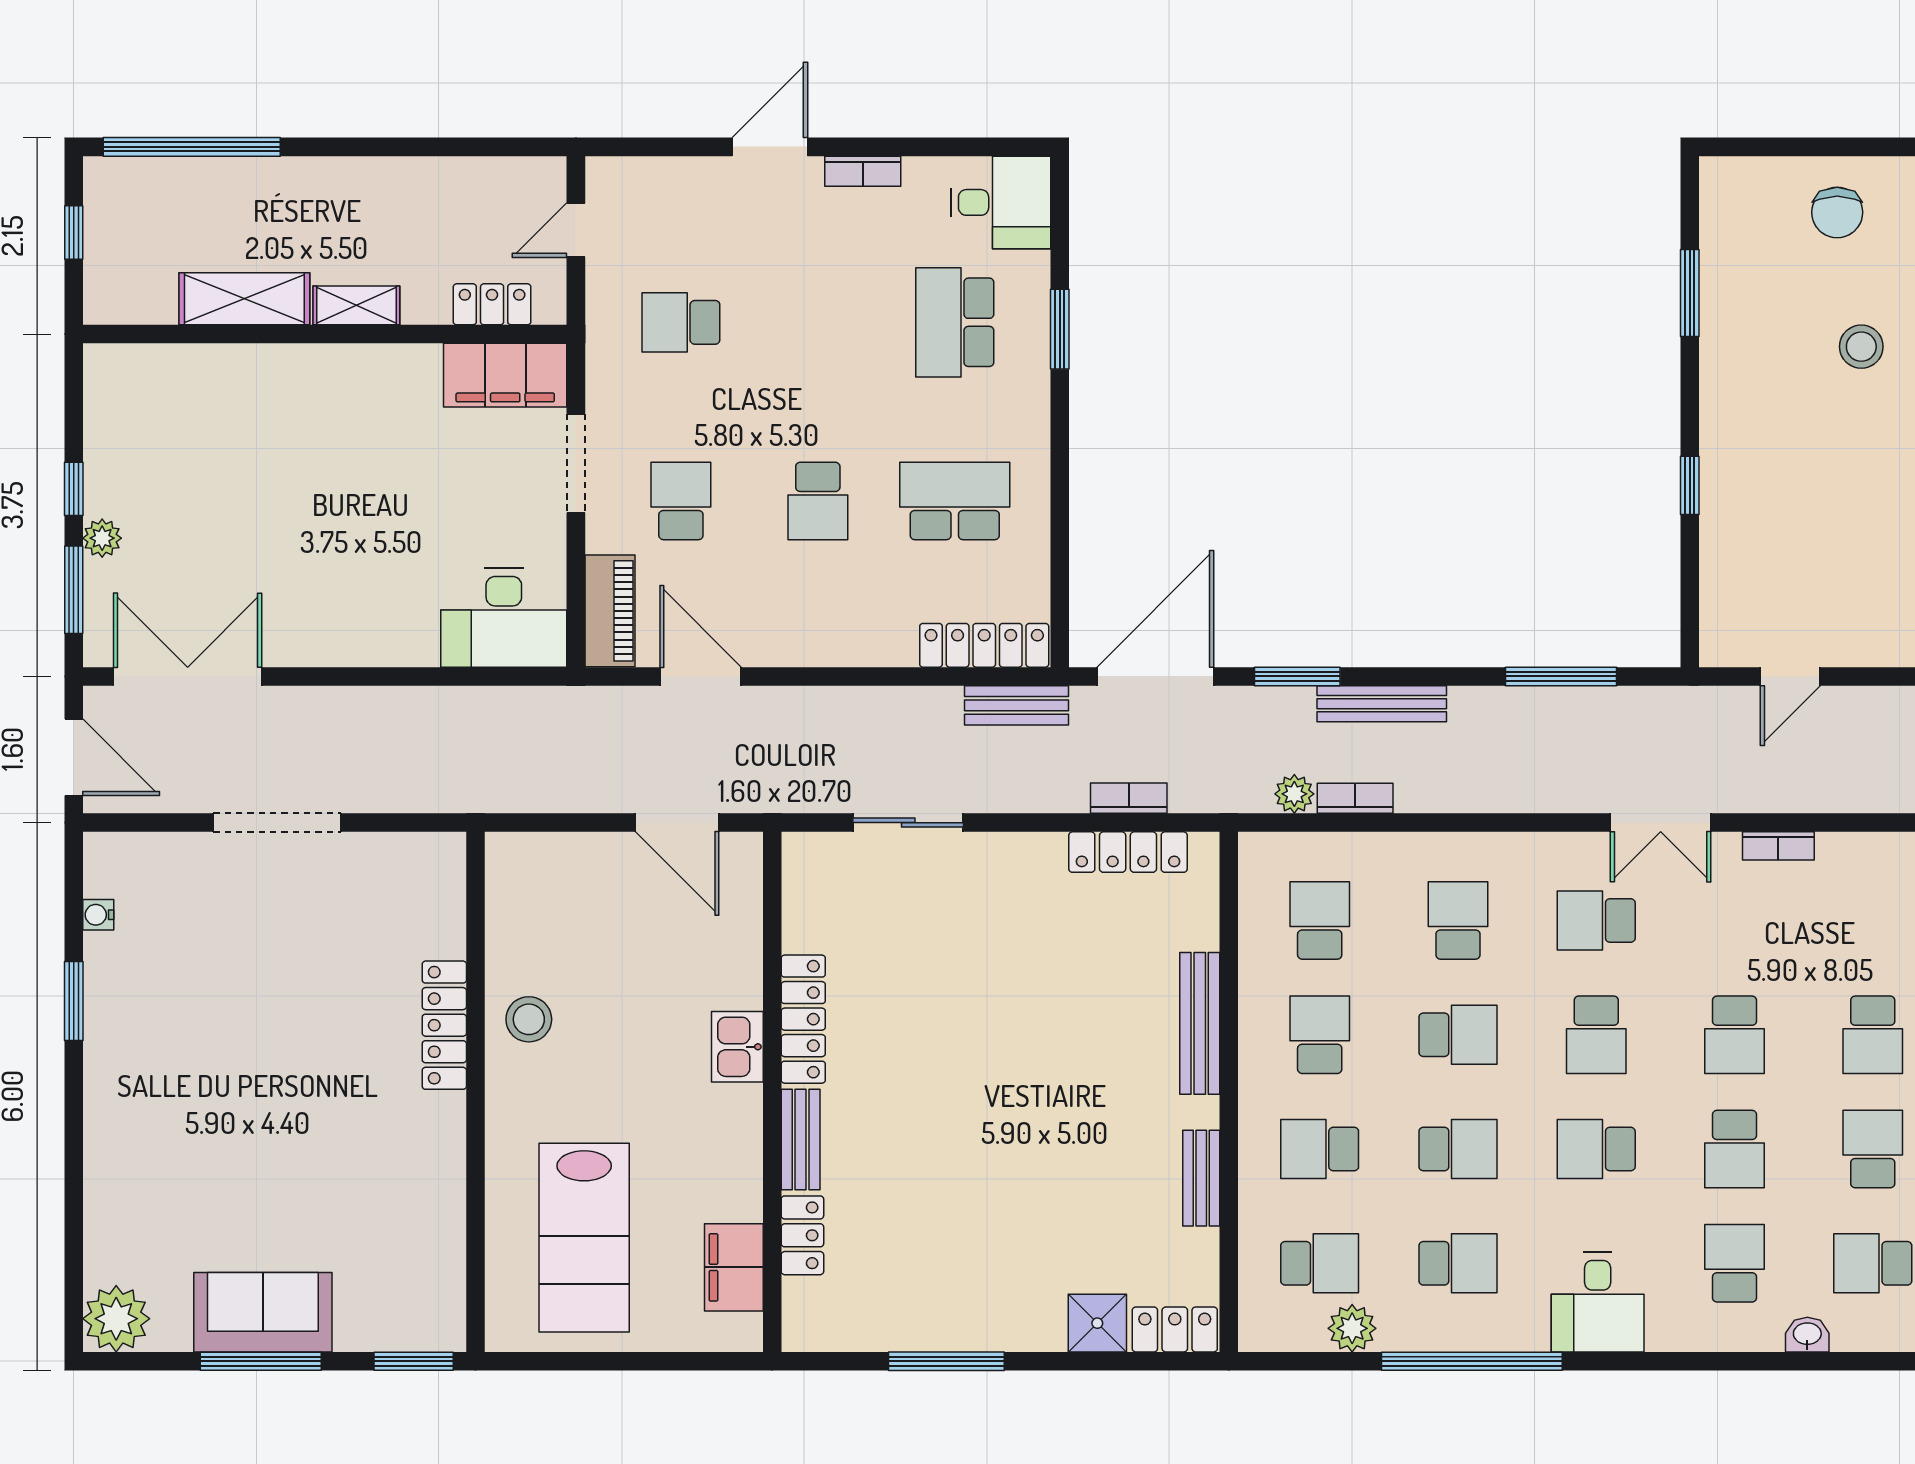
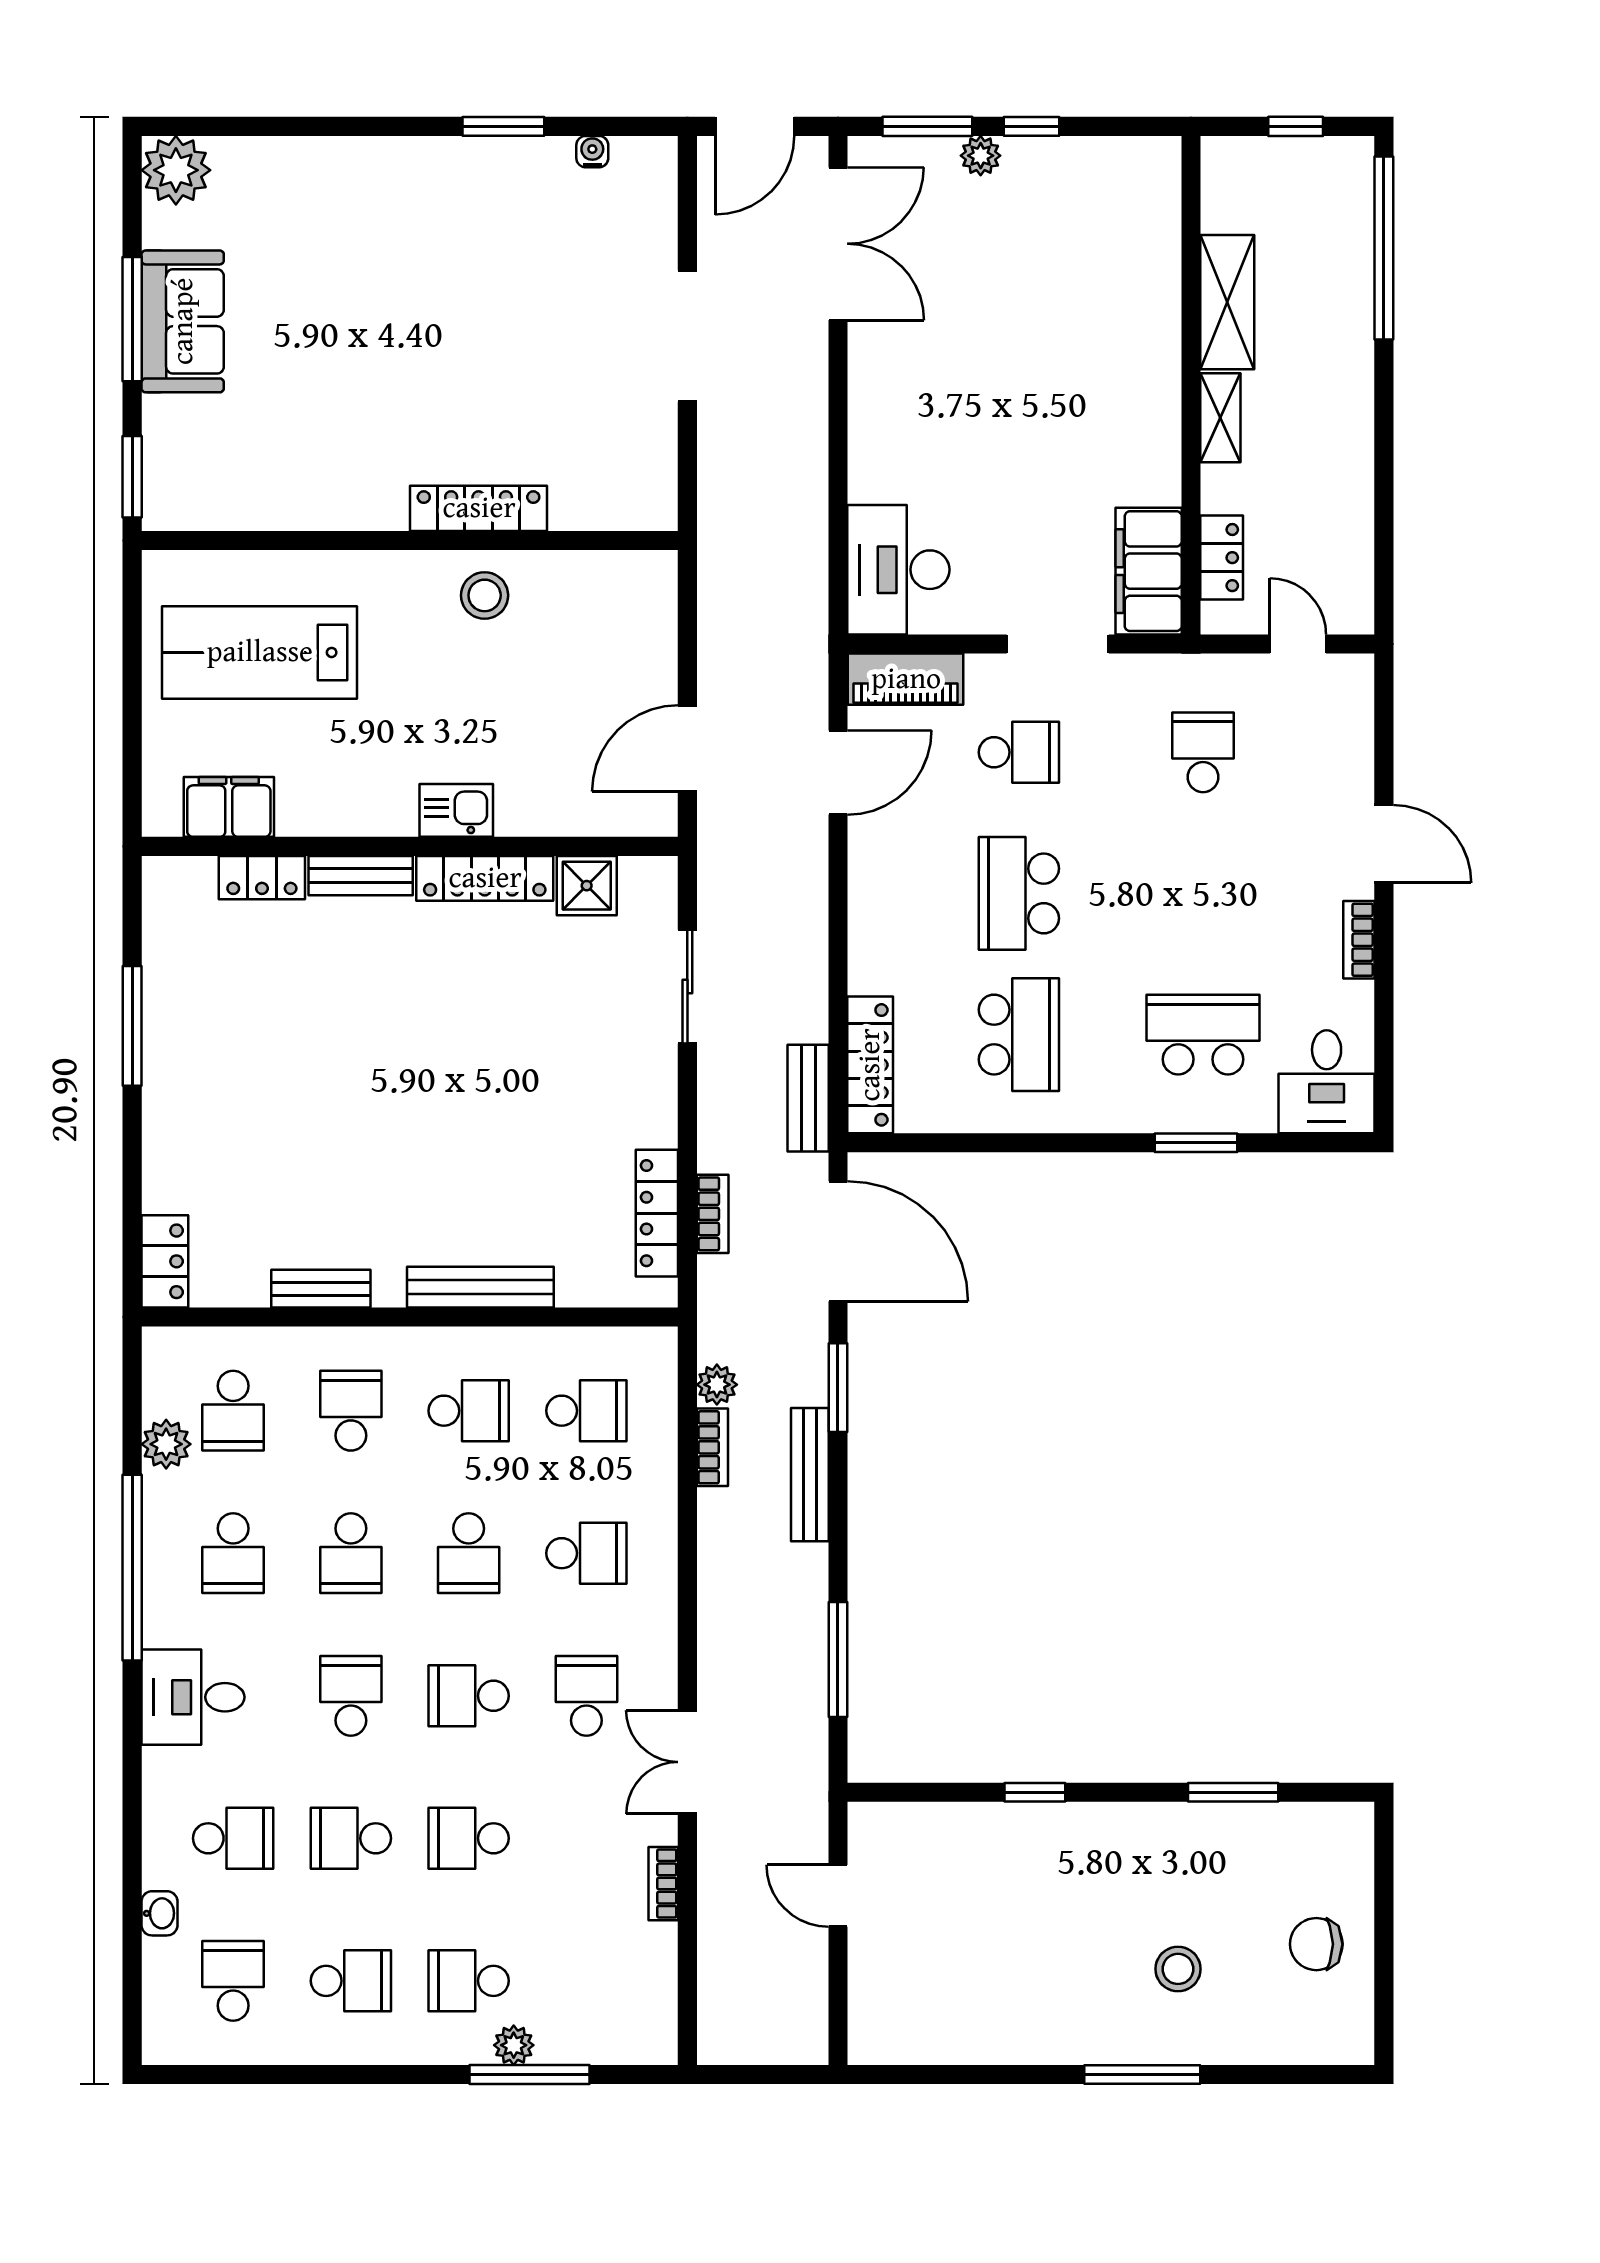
school desk: (818, 501) -> (1019, 893), width x1.85
shower: (1097, 1323) -> (587, 886), moved

